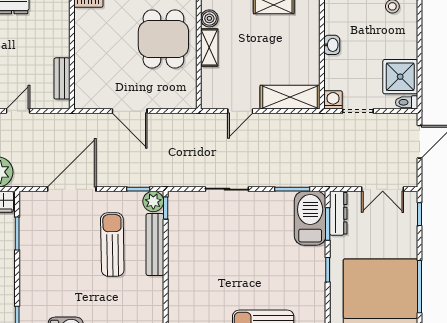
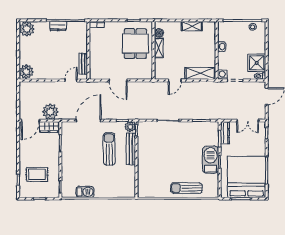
door: (18, 111) -> (71, 81), moved
barbecue: (310, 218) -> (211, 160), moved

